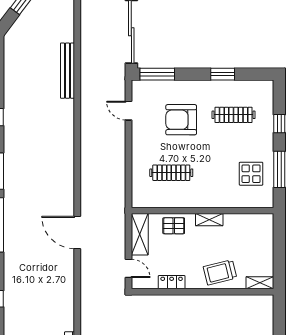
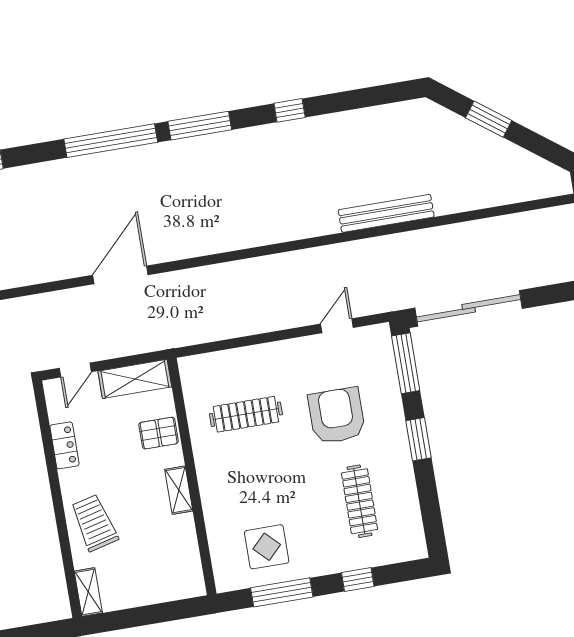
window: (223, 74) -> (419, 439), moved
clothes rail: (171, 173) -> (246, 414), turned 90
pallet: (174, 226) -> (159, 433), turned 90

